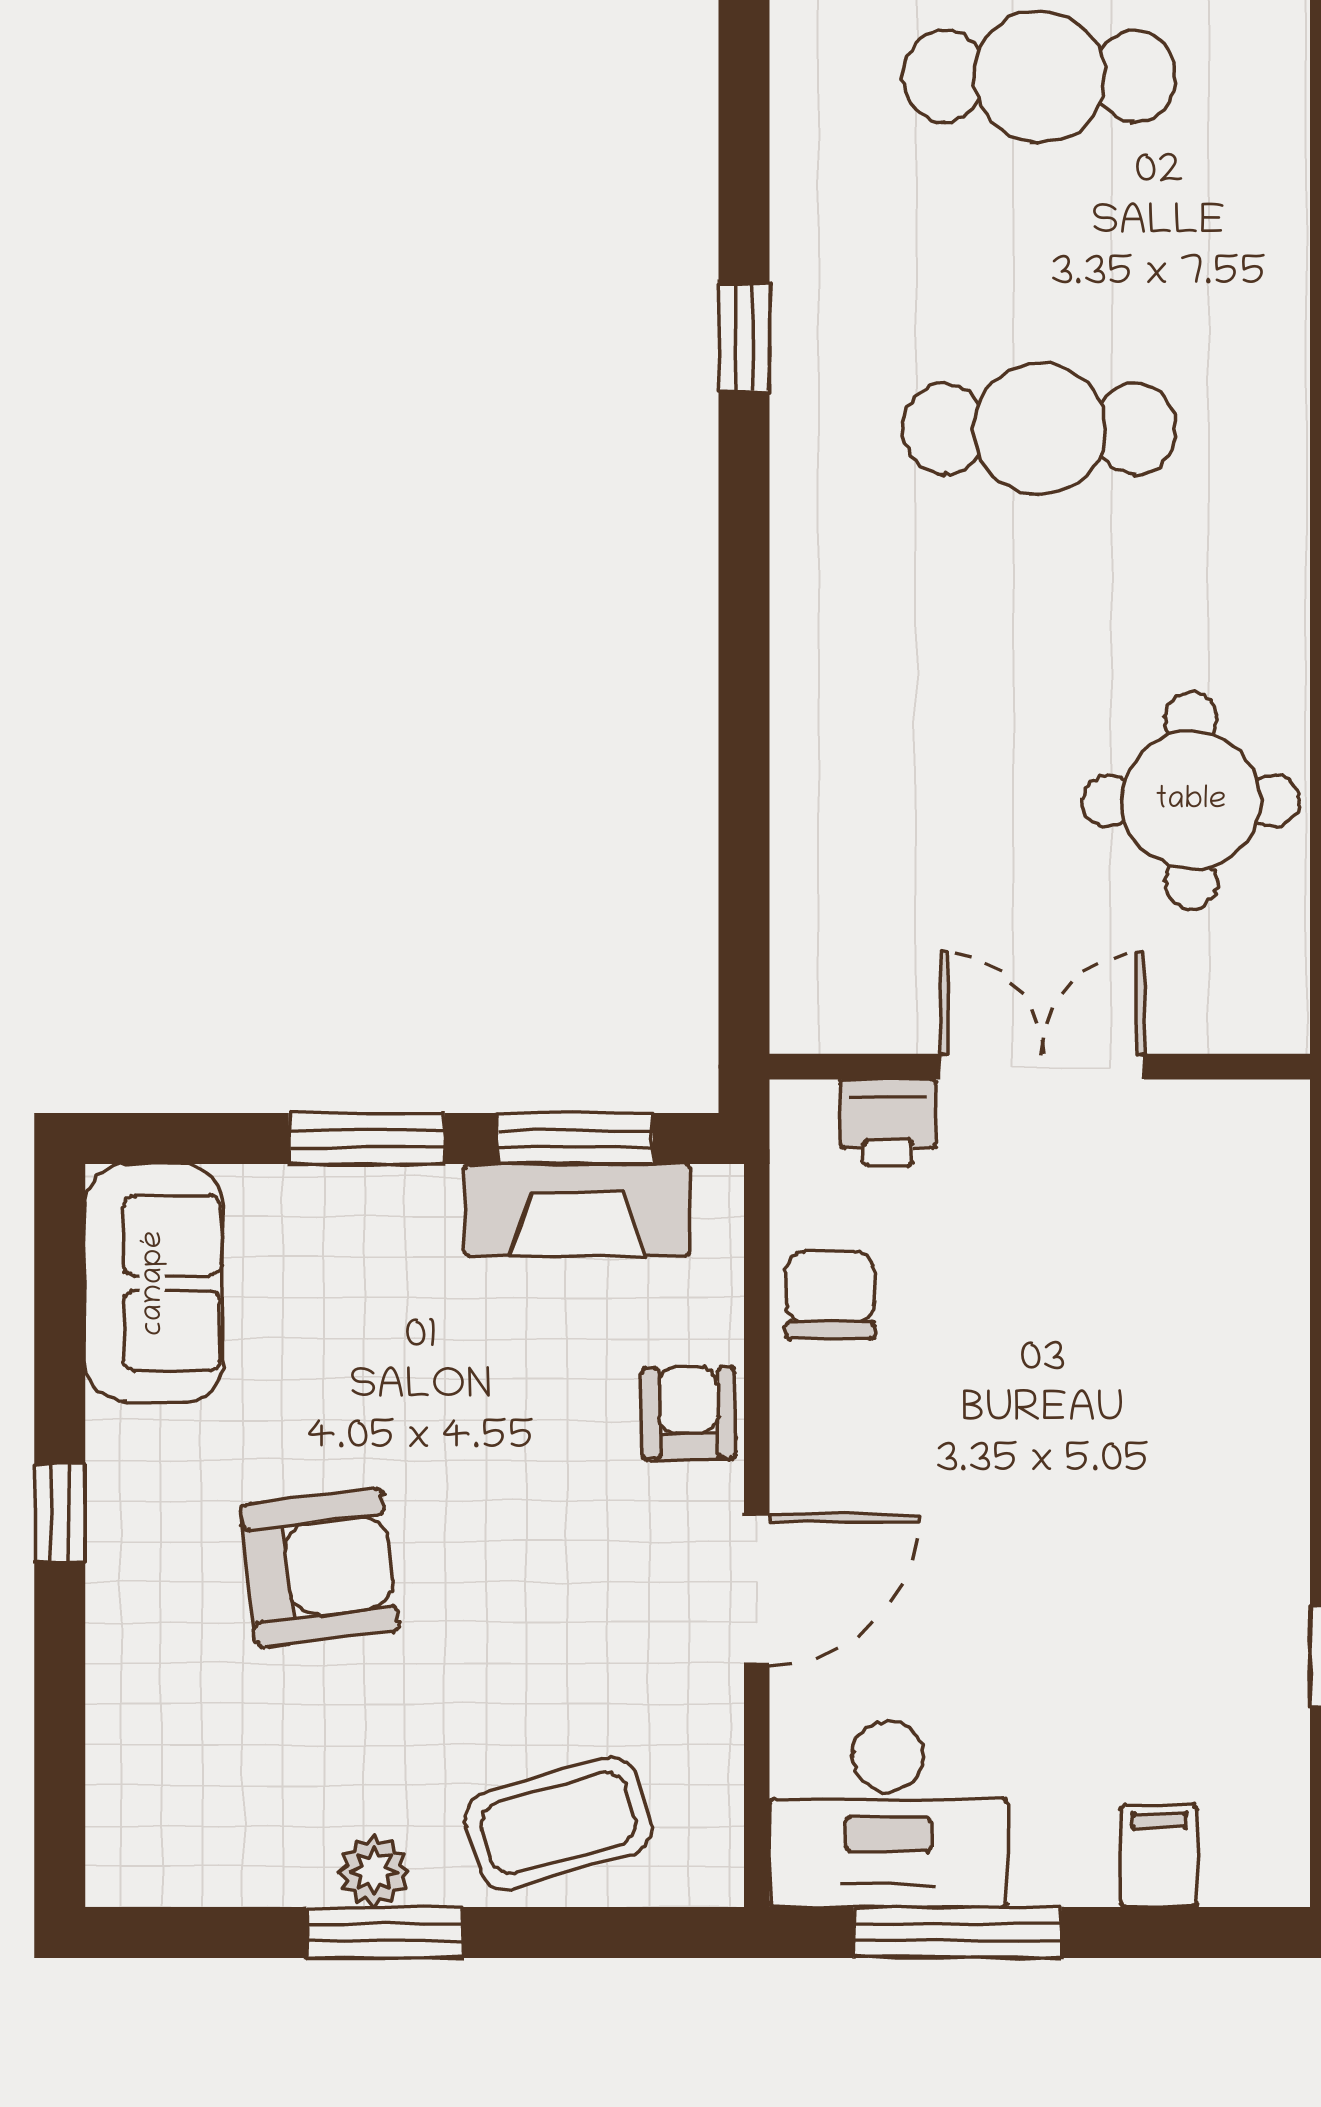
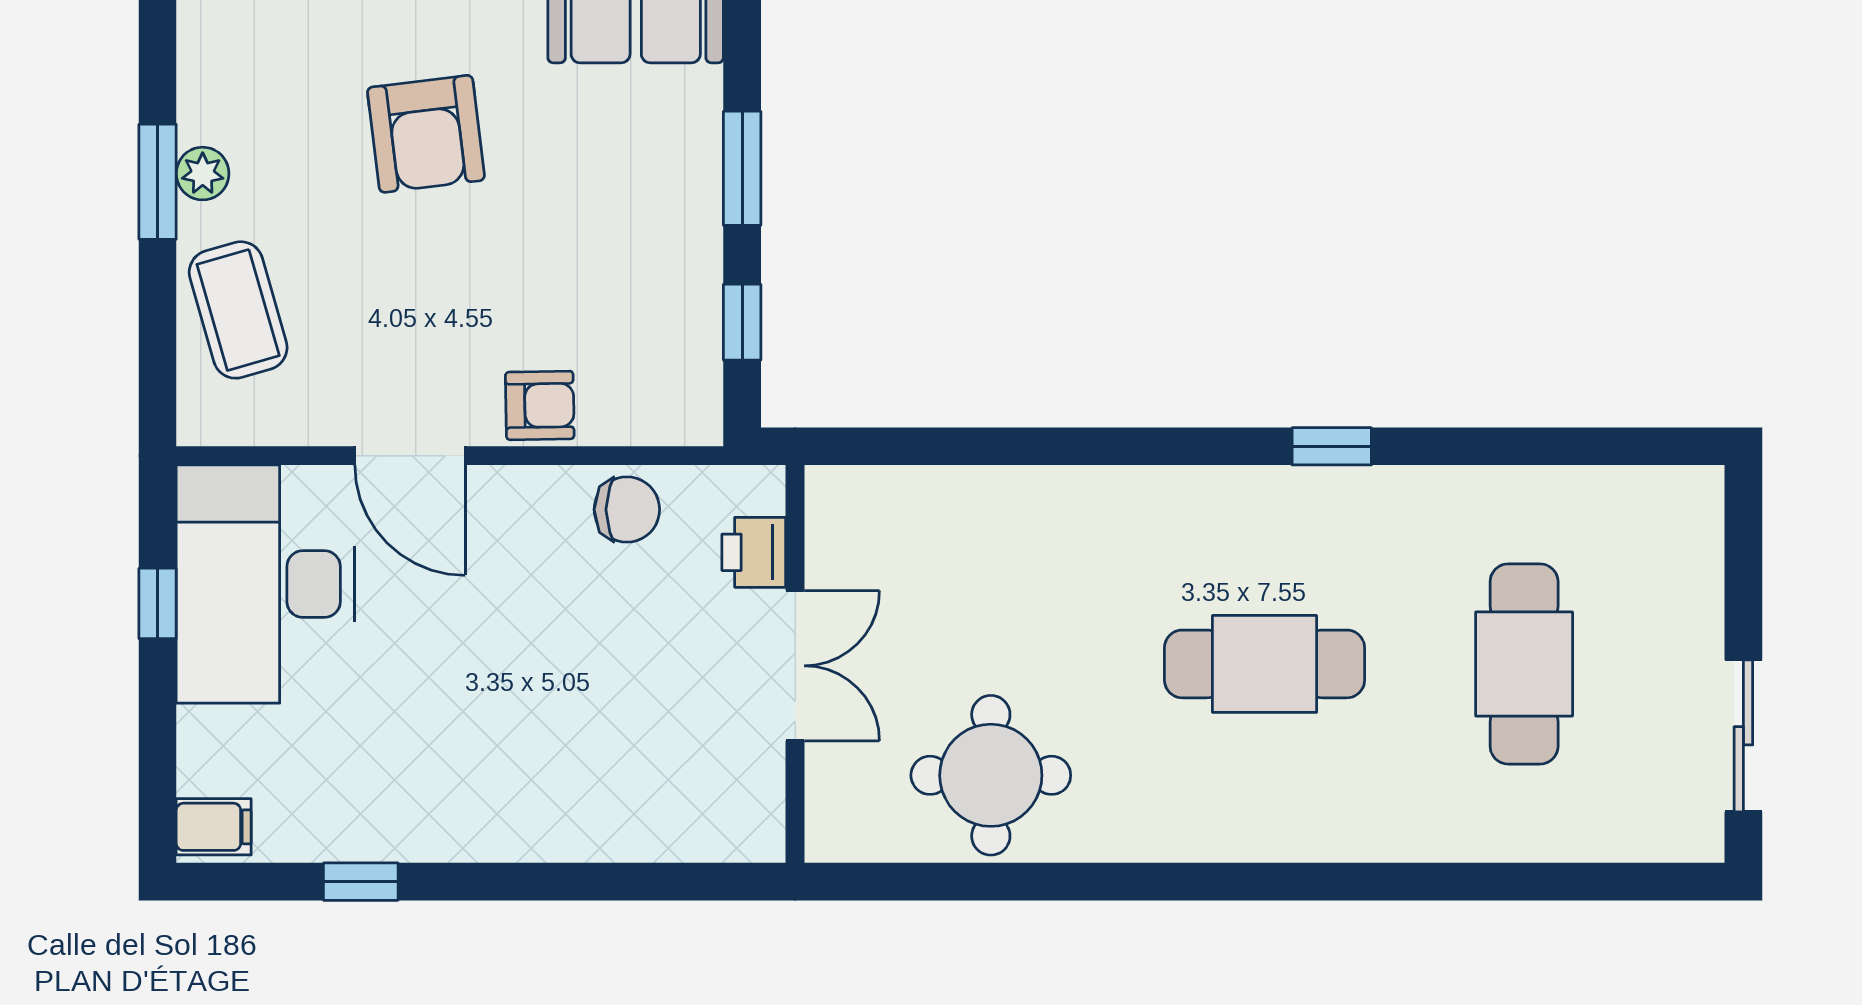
cafe table: (1040, 429) -> (1265, 664), turned 90
window: (576, 1138) -> (742, 322), width x0.67
fireplace: (577, 1210) -> (689, 323), removed
desk: (888, 1814) -> (265, 584), width x1.36, depth x1.30
filing cabinet: (1159, 1856) -> (214, 827), moved
window: (958, 1933) -> (158, 603), width x0.46

